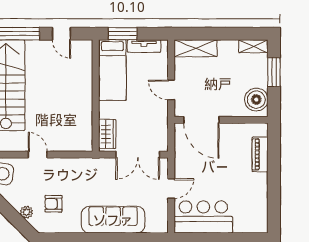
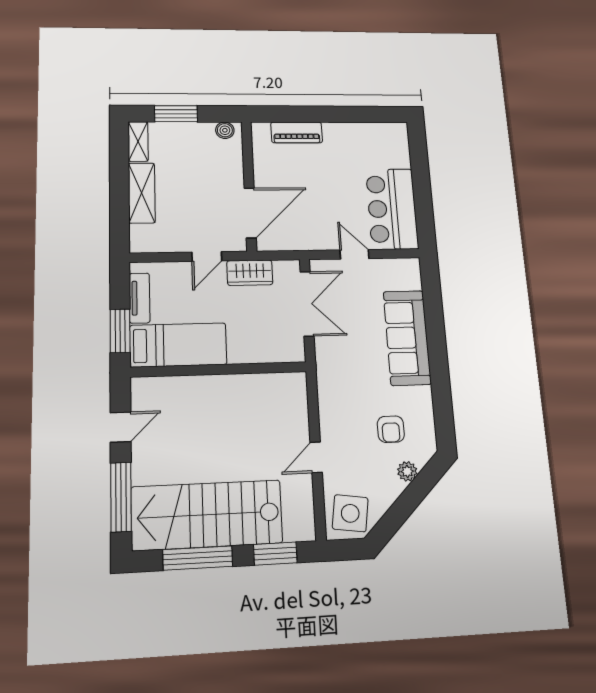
shelving: (196, 48) -> (142, 193), moved
boiler: (256, 100) -> (225, 130), width x0.54, depth x0.54
wardrobe: (107, 134) -> (250, 273), moved, turned 180

